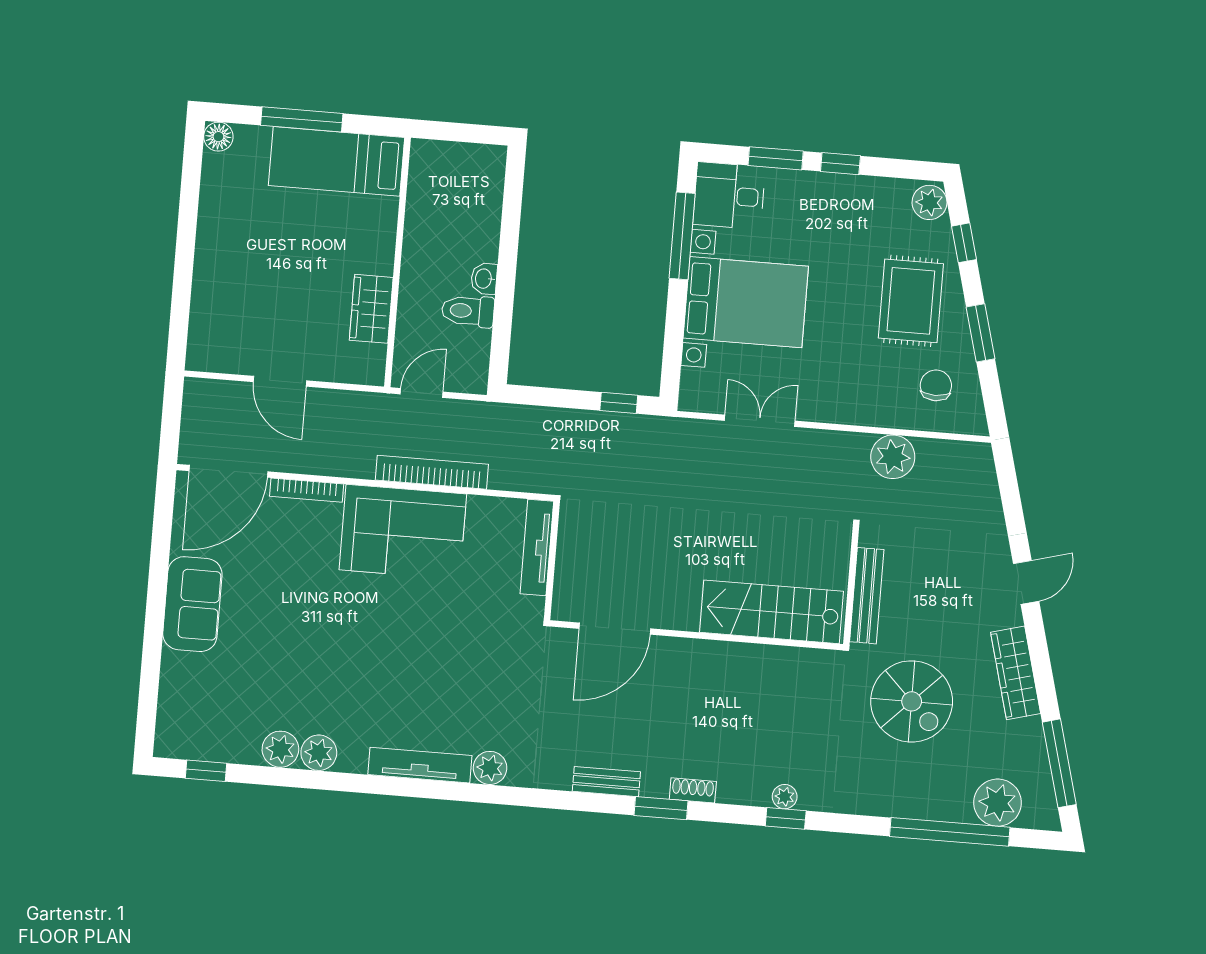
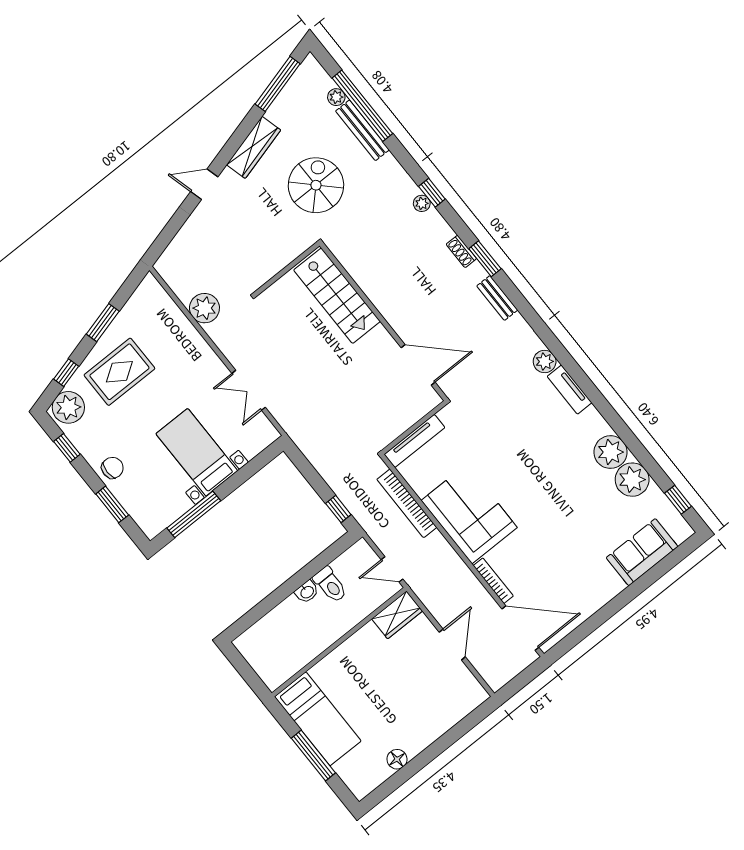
floor lamp: (218, 137) -> (397, 759), moved
window: (840, 164) -> (67, 448), moved
desk: (729, 196) -> (152, 510), removed
plant: (929, 202) -> (68, 407), width x1.36, depth x1.36
bed with nightstands: (746, 302) -> (197, 452), width x0.73
wardrobe: (371, 309) -> (397, 615), moved
chair: (936, 385) -> (112, 468), moved, turned 180
window: (619, 403) -> (338, 509), moved
bookcase: (432, 472) -> (407, 503), moved
bench: (867, 596) -> (362, 130), moved, turned 90
sofa: (192, 604) -> (642, 552), moved
plant: (280, 749) -> (632, 480), width x1.36, depth x1.36
plant: (319, 753) -> (611, 452), width x1.36, depth x1.36
tv unit: (420, 765) -> (570, 390), width x0.71
plant: (998, 803) -> (336, 97), width x0.53, depth x0.53

